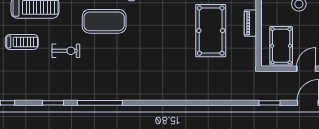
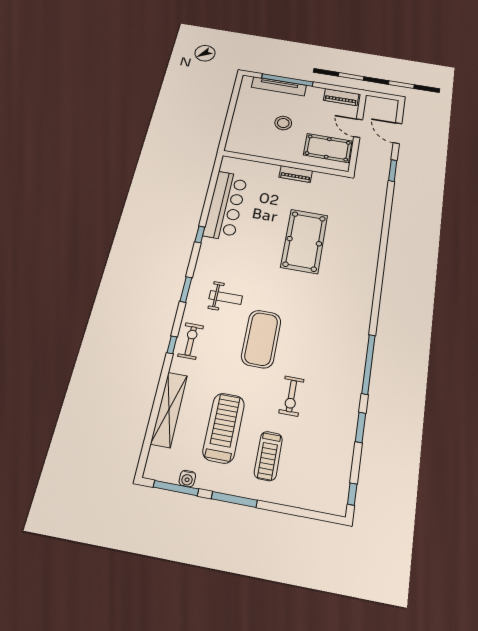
pool table: (211, 31) -> (304, 241), moved, turned 90
treadmill: (22, 42) -> (268, 456), turned 180
exercise bike: (66, 51) -> (291, 396), turned 180

